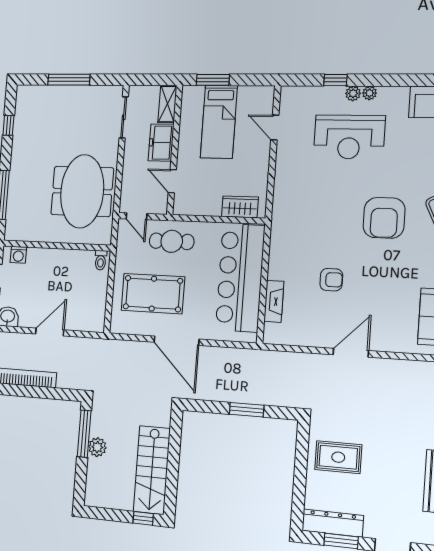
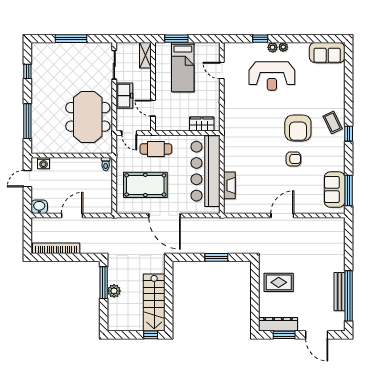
freezer: (161, 143) -> (124, 96), moved, turned 180
armchair: (331, 280) -> (293, 159), moved

